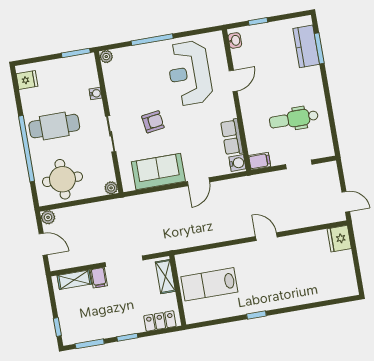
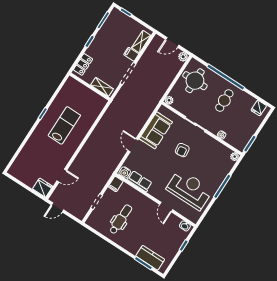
cafe table: (54, 126) -> (224, 101), width x0.73, depth x0.74
door: (266, 237) -> (62, 176), moved
lab bench: (209, 284) -> (64, 125), moved

